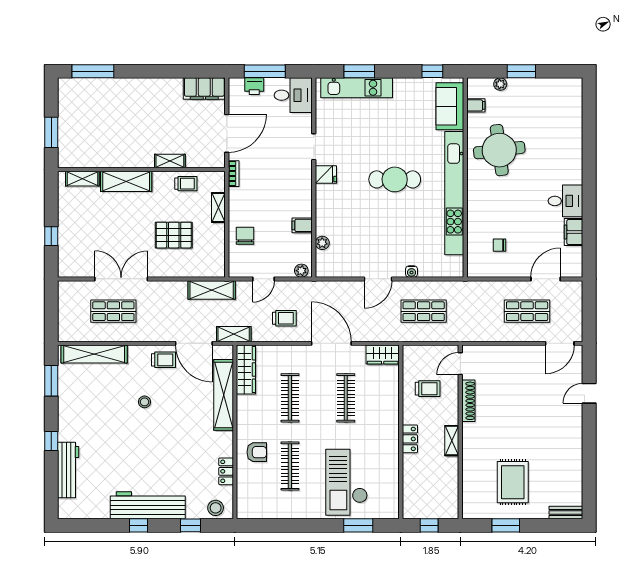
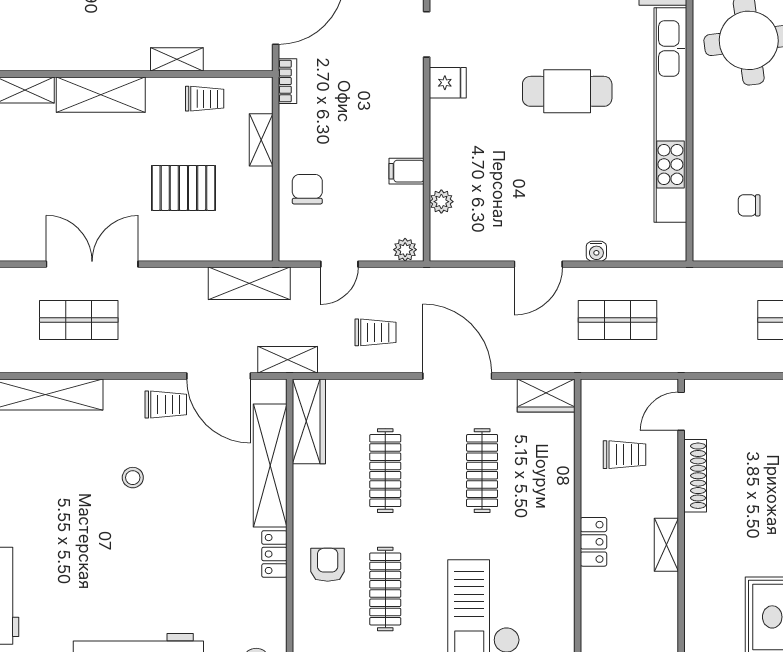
armchair: (257, 452) -> (328, 565), turned -90
locker: (226, 471) -> (274, 554), moved

